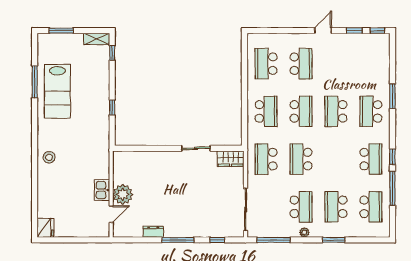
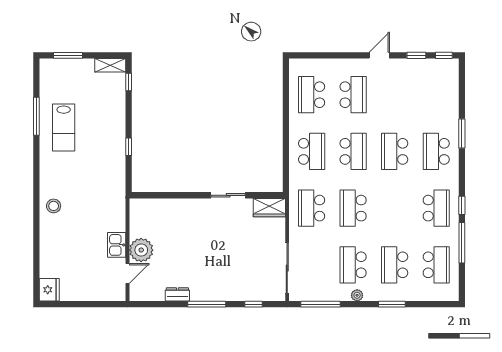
lab bench: (57, 91) -> (64, 128), width x0.73, depth x0.72
school desk: (301, 207) -> (353, 265), turned 180

